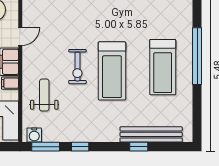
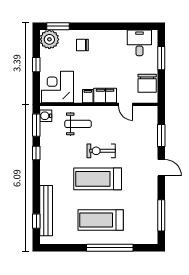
window: (139, 147) -> (36, 221), moved

